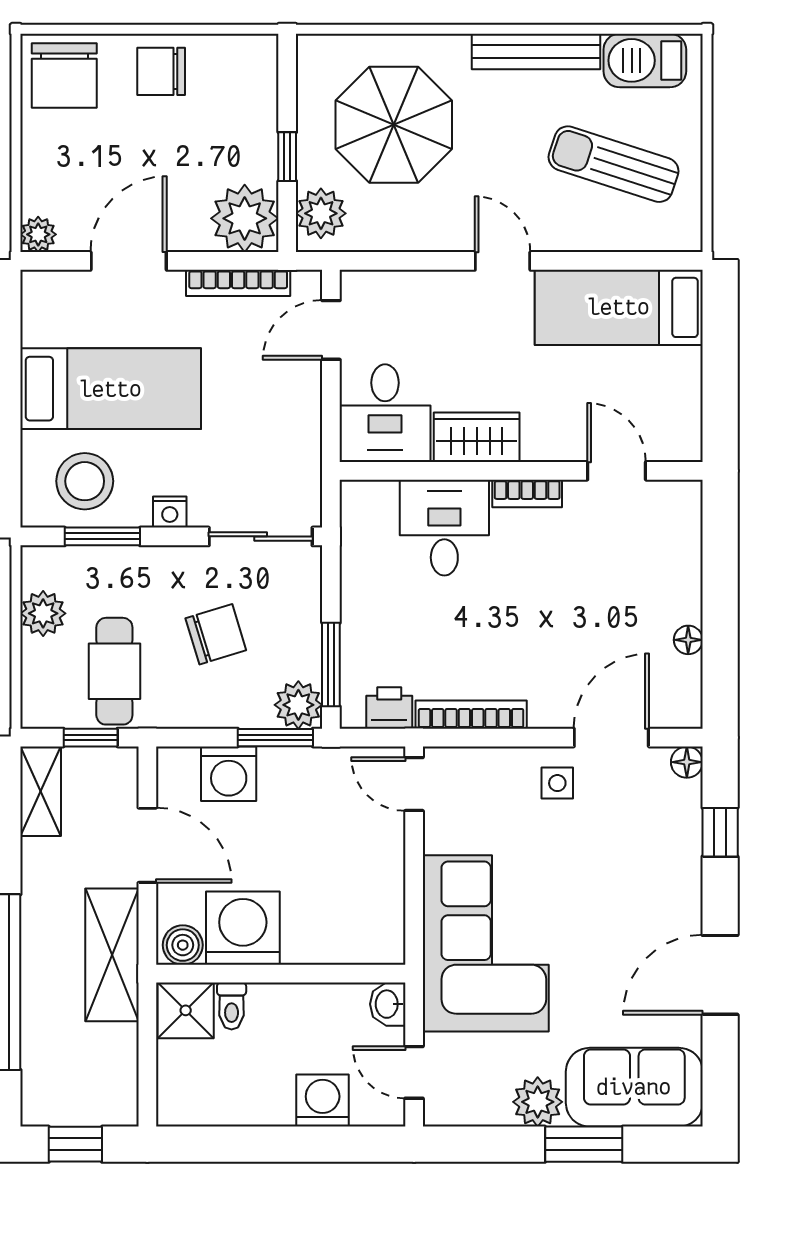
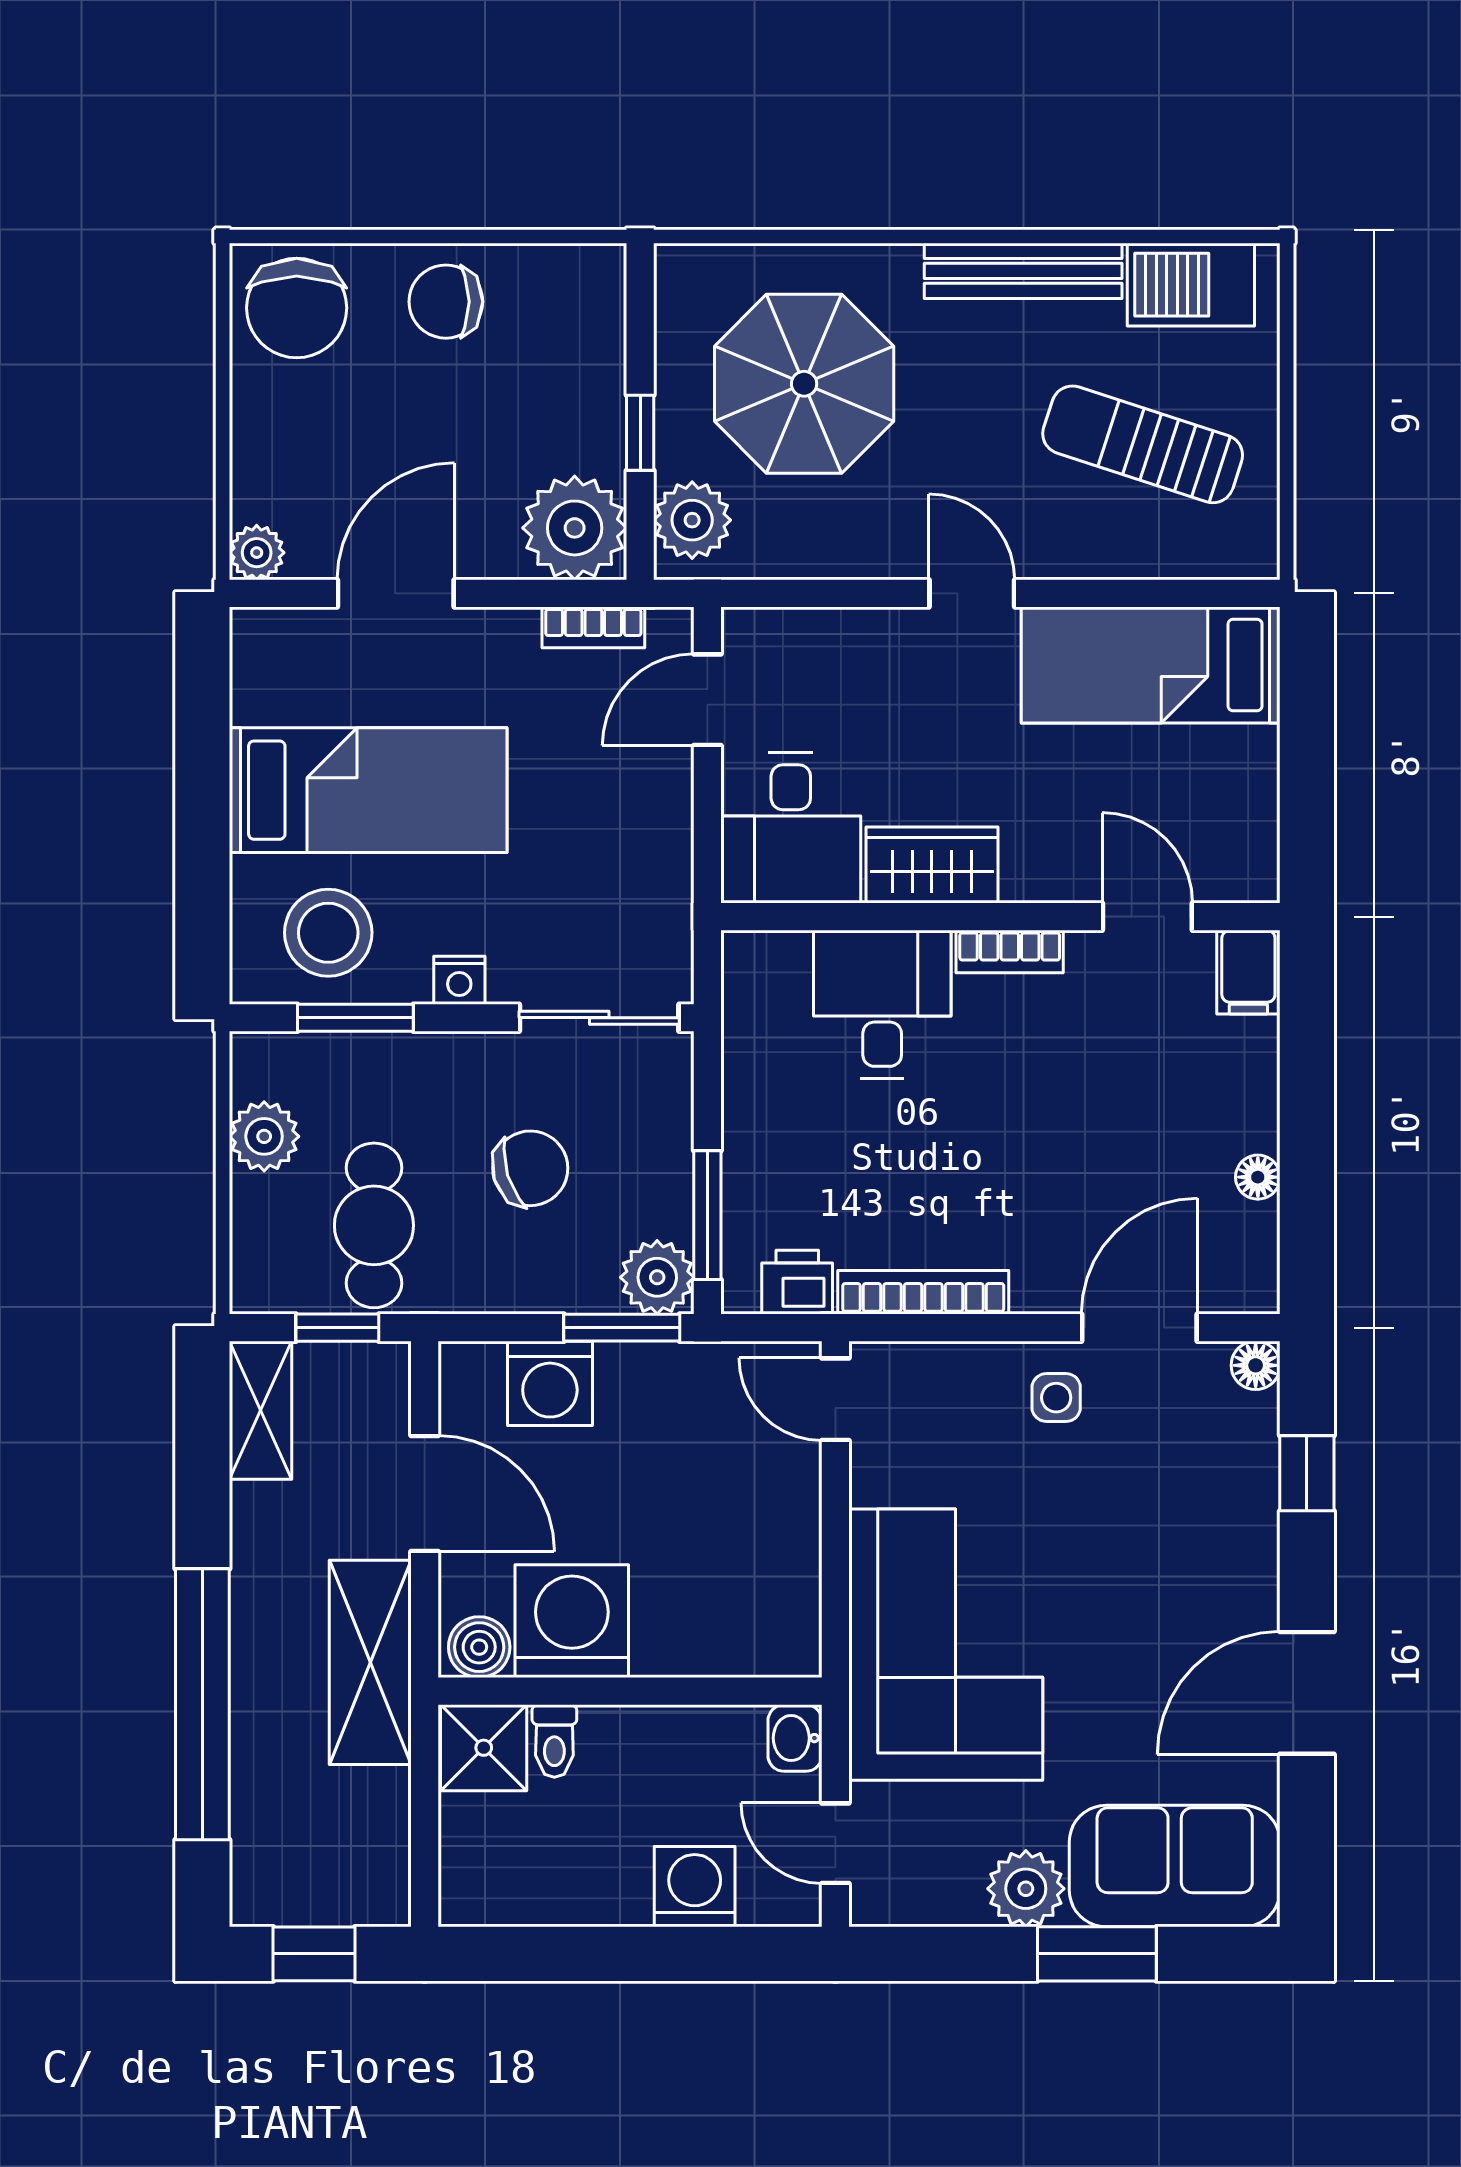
bookcase: (238, 283) -> (593, 627), width x0.64
filing cabinet: (682, 507) -> (1248, 972), added

